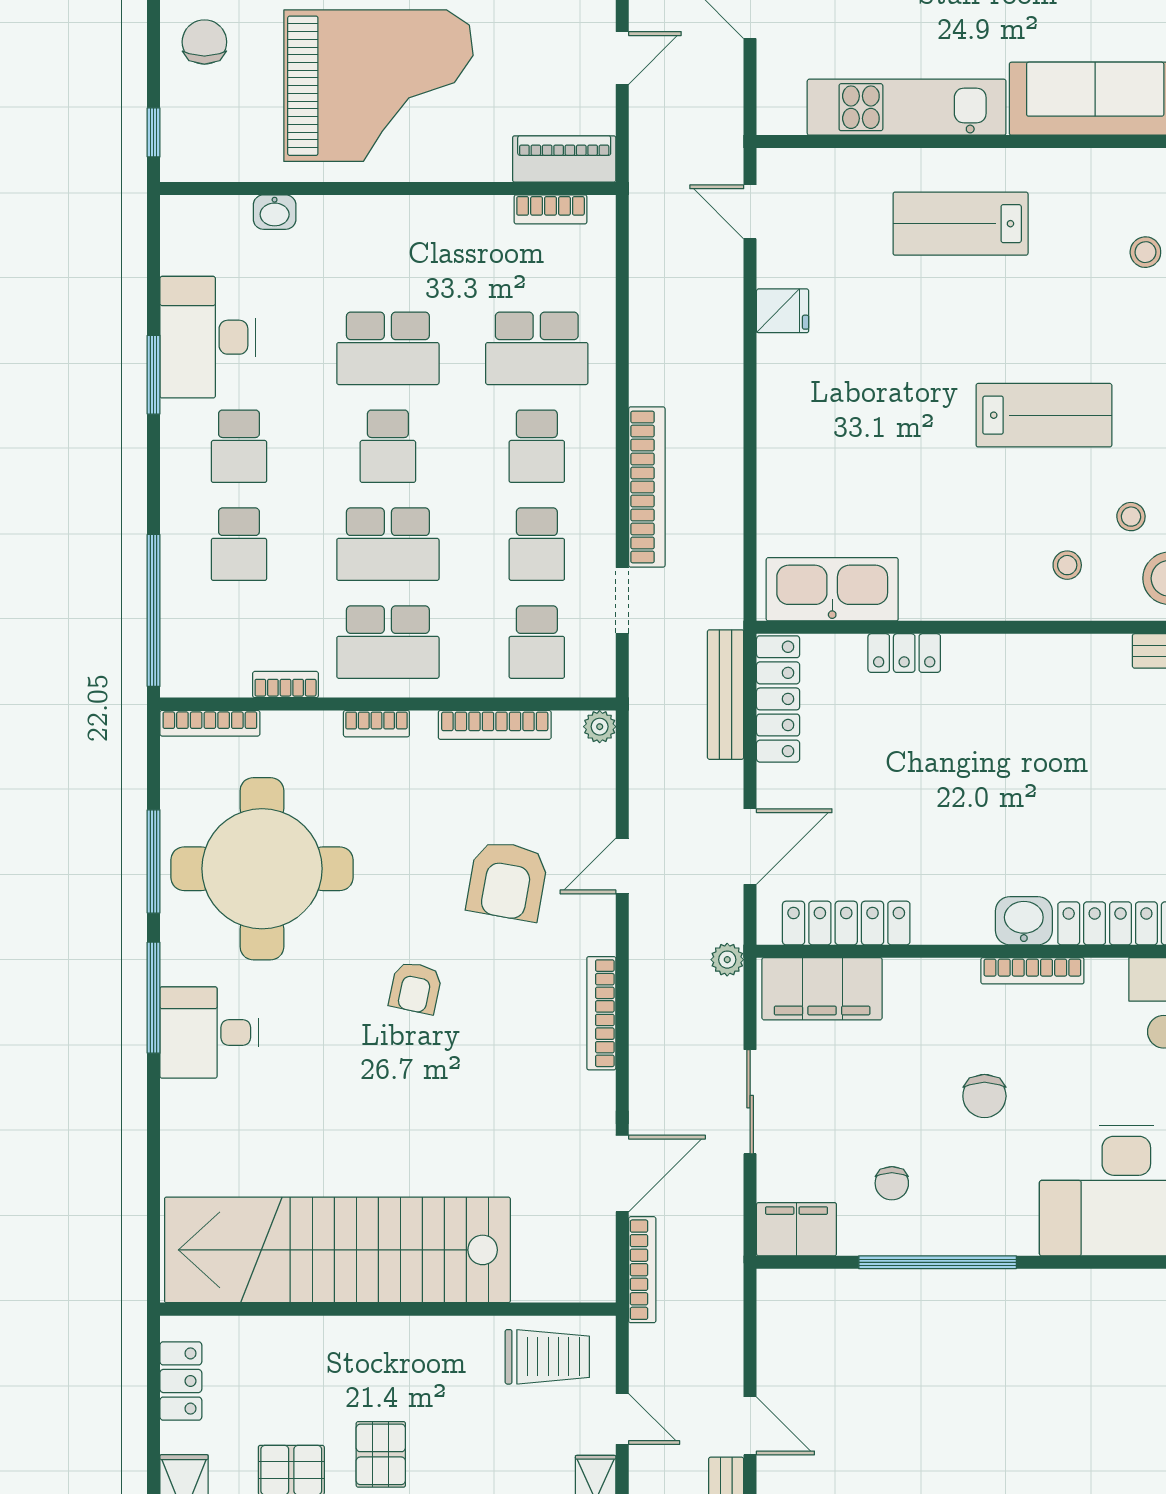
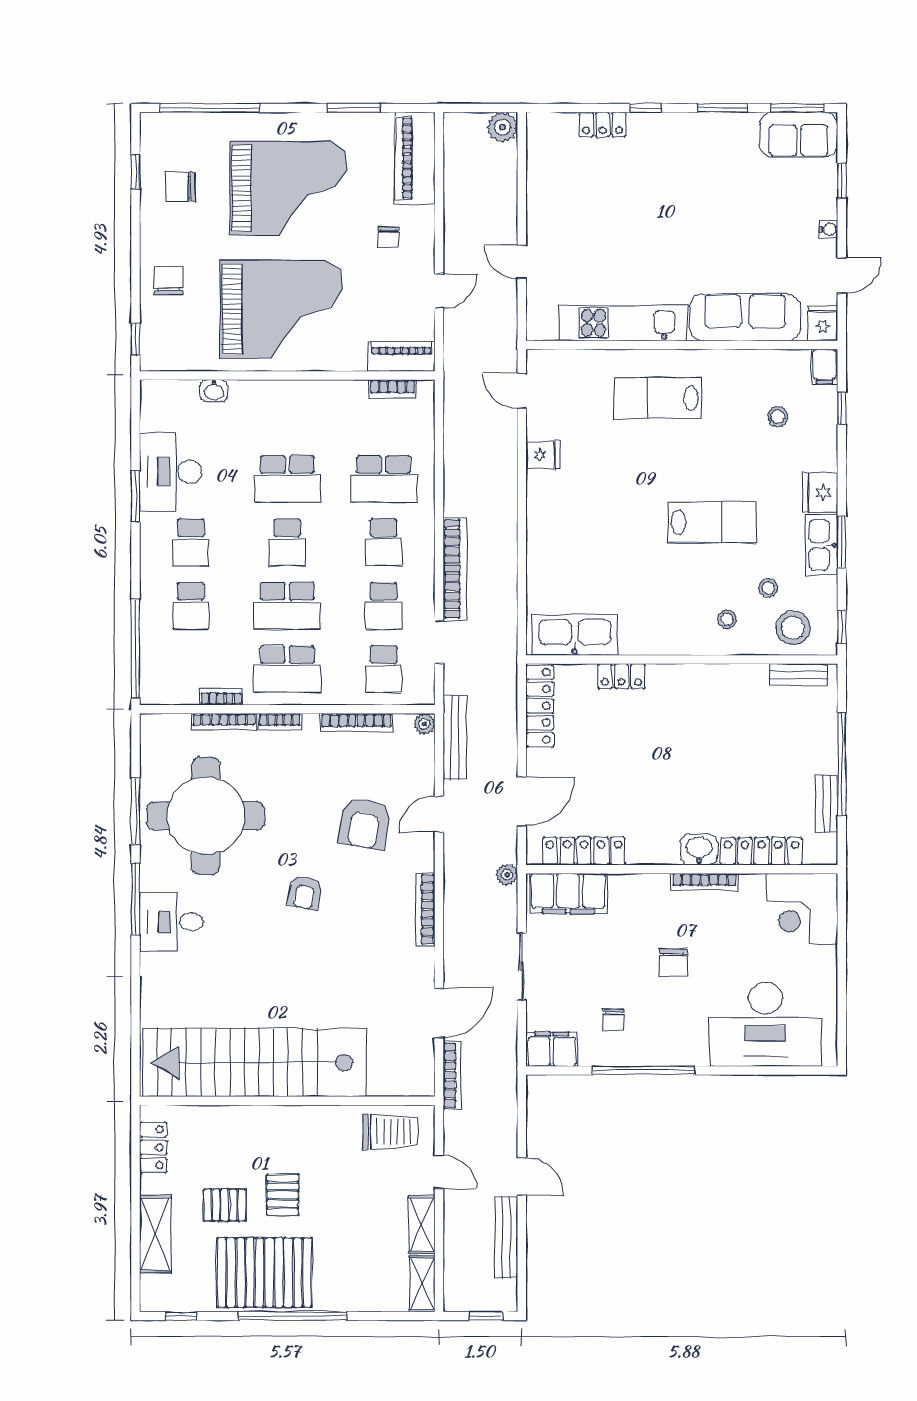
bench: (726, 695) -> (455, 738), moved
bookcase: (210, 723) -> (224, 722), moved

